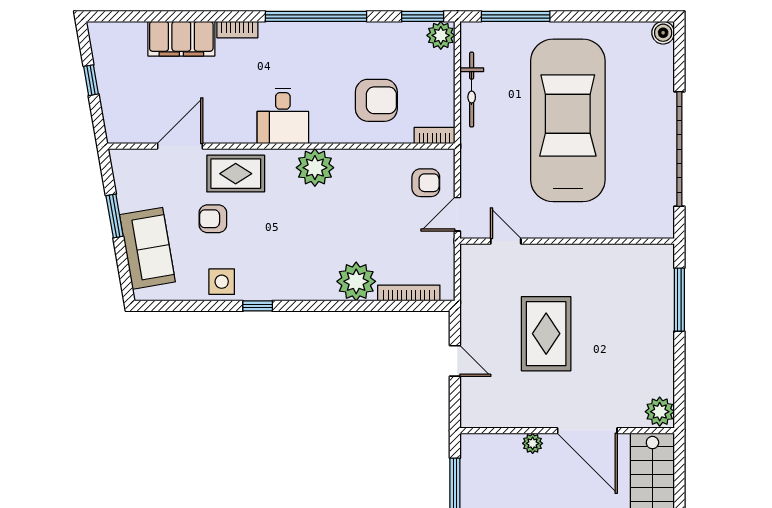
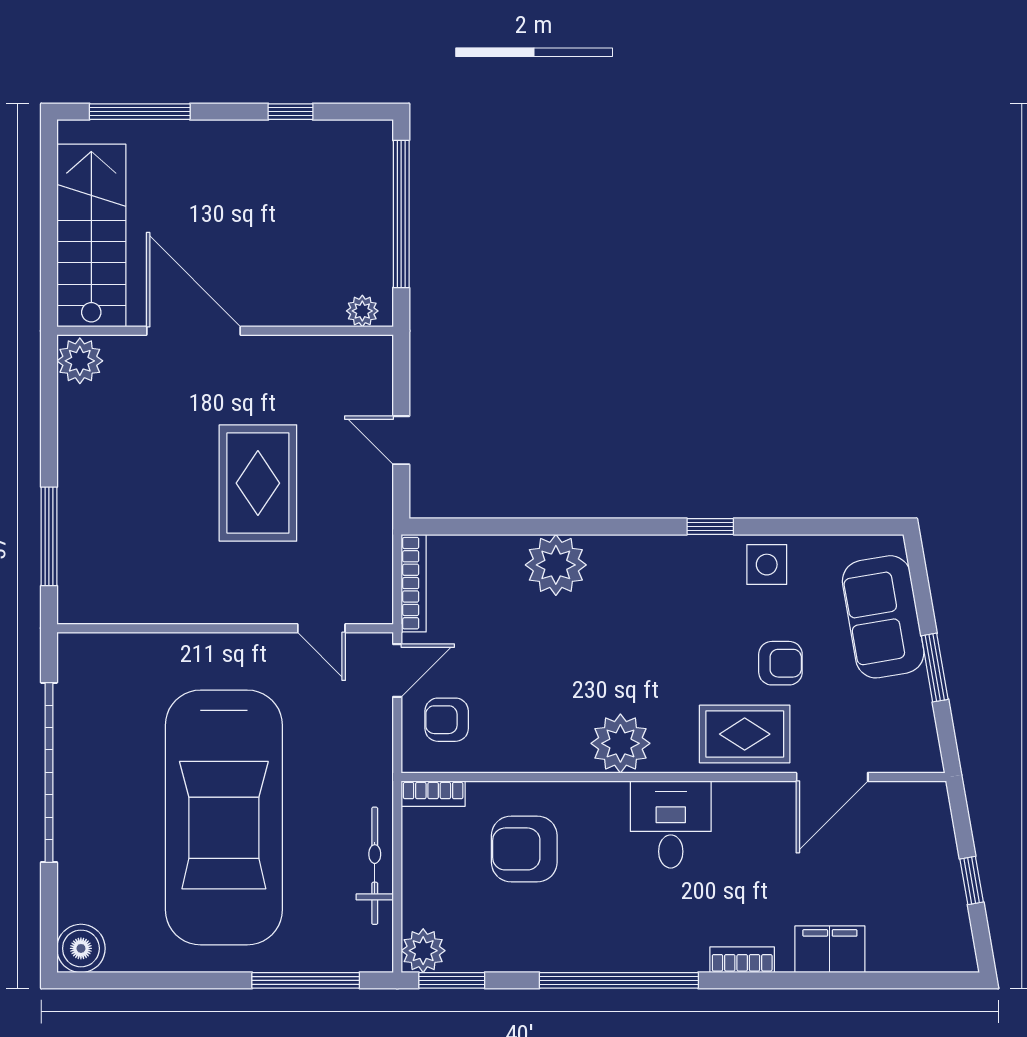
boiler: (663, 33) -> (81, 948), width x1.36, depth x1.36
filing cabinet: (181, 39) -> (830, 949), width x0.67, depth x0.86
bookcase: (409, 293) -> (414, 583), moved, turned -90
plant: (533, 443) -> (362, 311), moved

